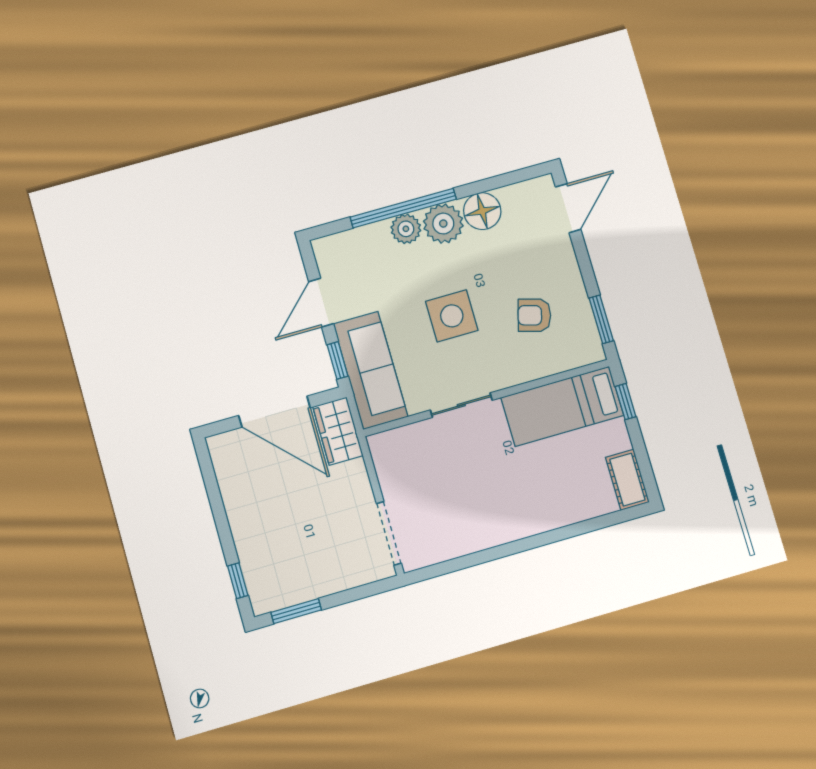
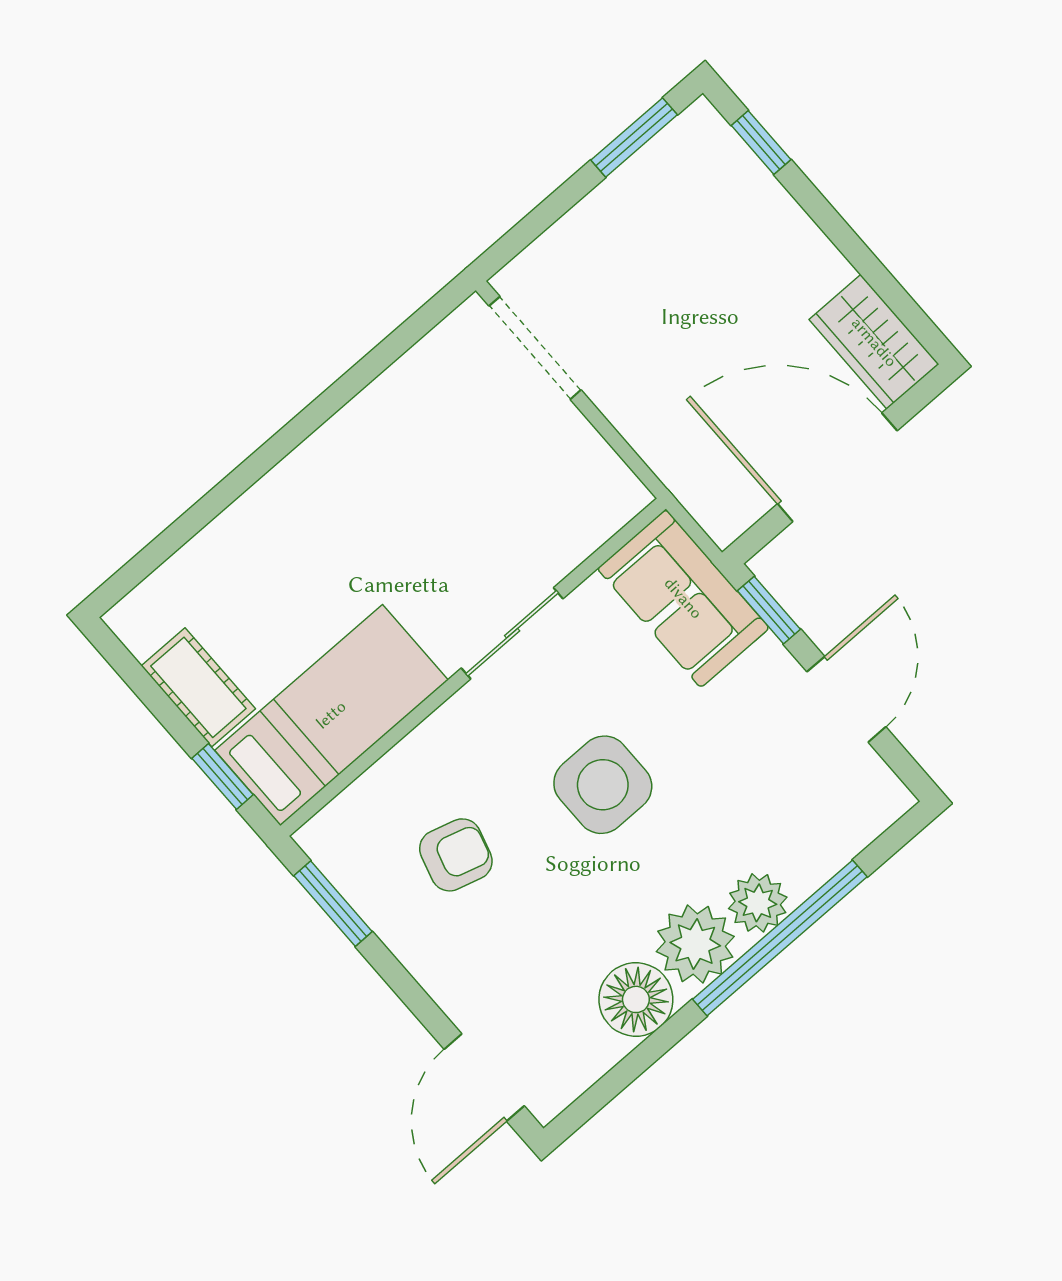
sofa: (371, 370) -> (683, 598), width x0.73
wardrobe: (338, 431) -> (874, 342), moved, turned 180
cot: (627, 480) -> (198, 687), moved

